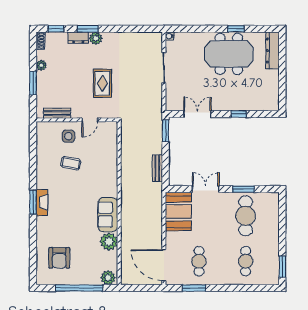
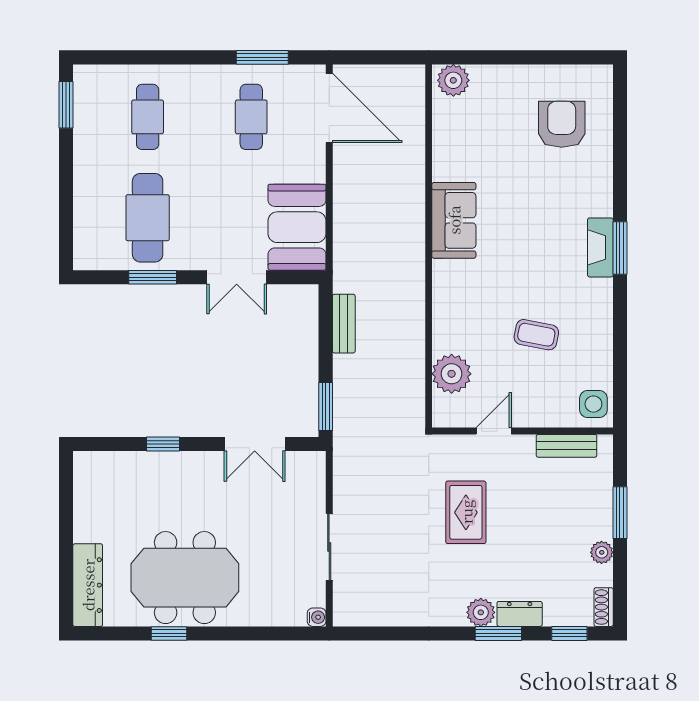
side table: (68, 136) -> (593, 404), moved
plant: (109, 242) -> (452, 374), moved
window: (79, 288) -> (517, 57), removed

